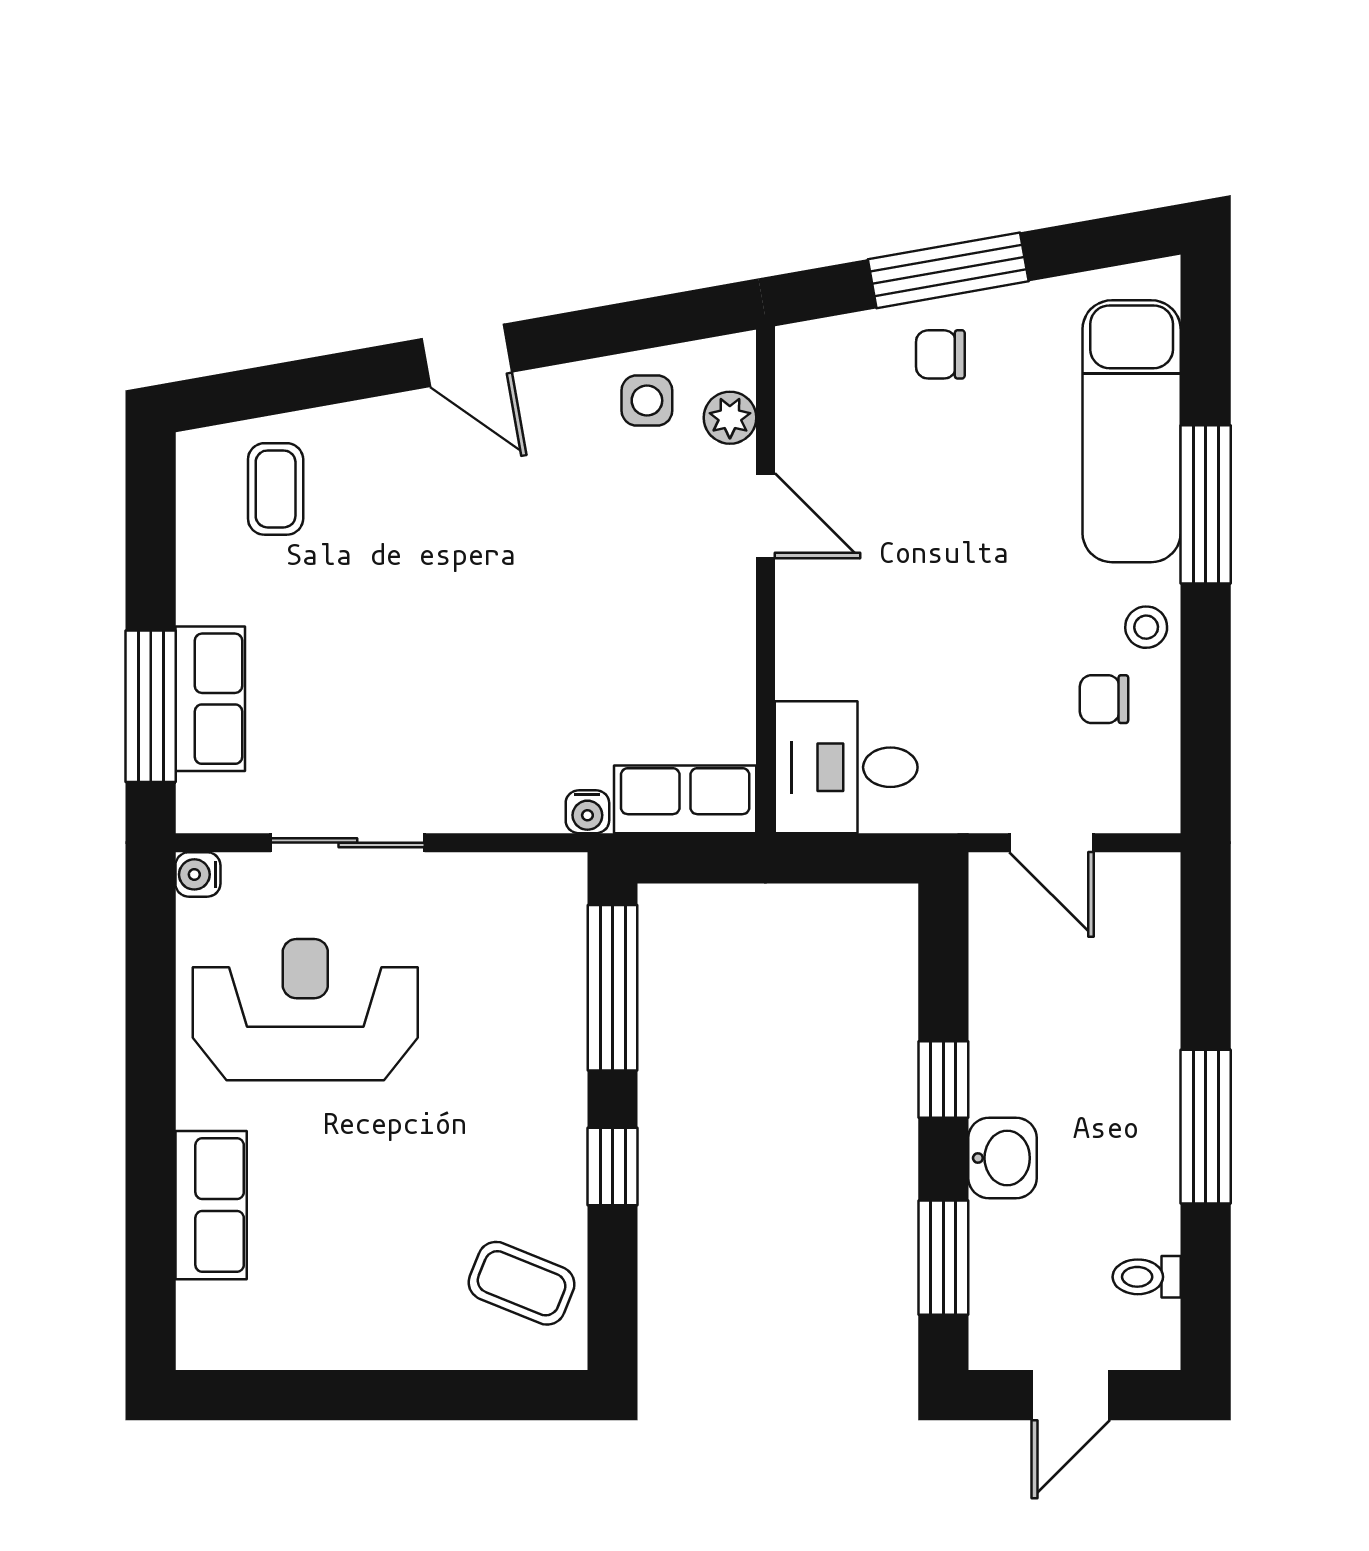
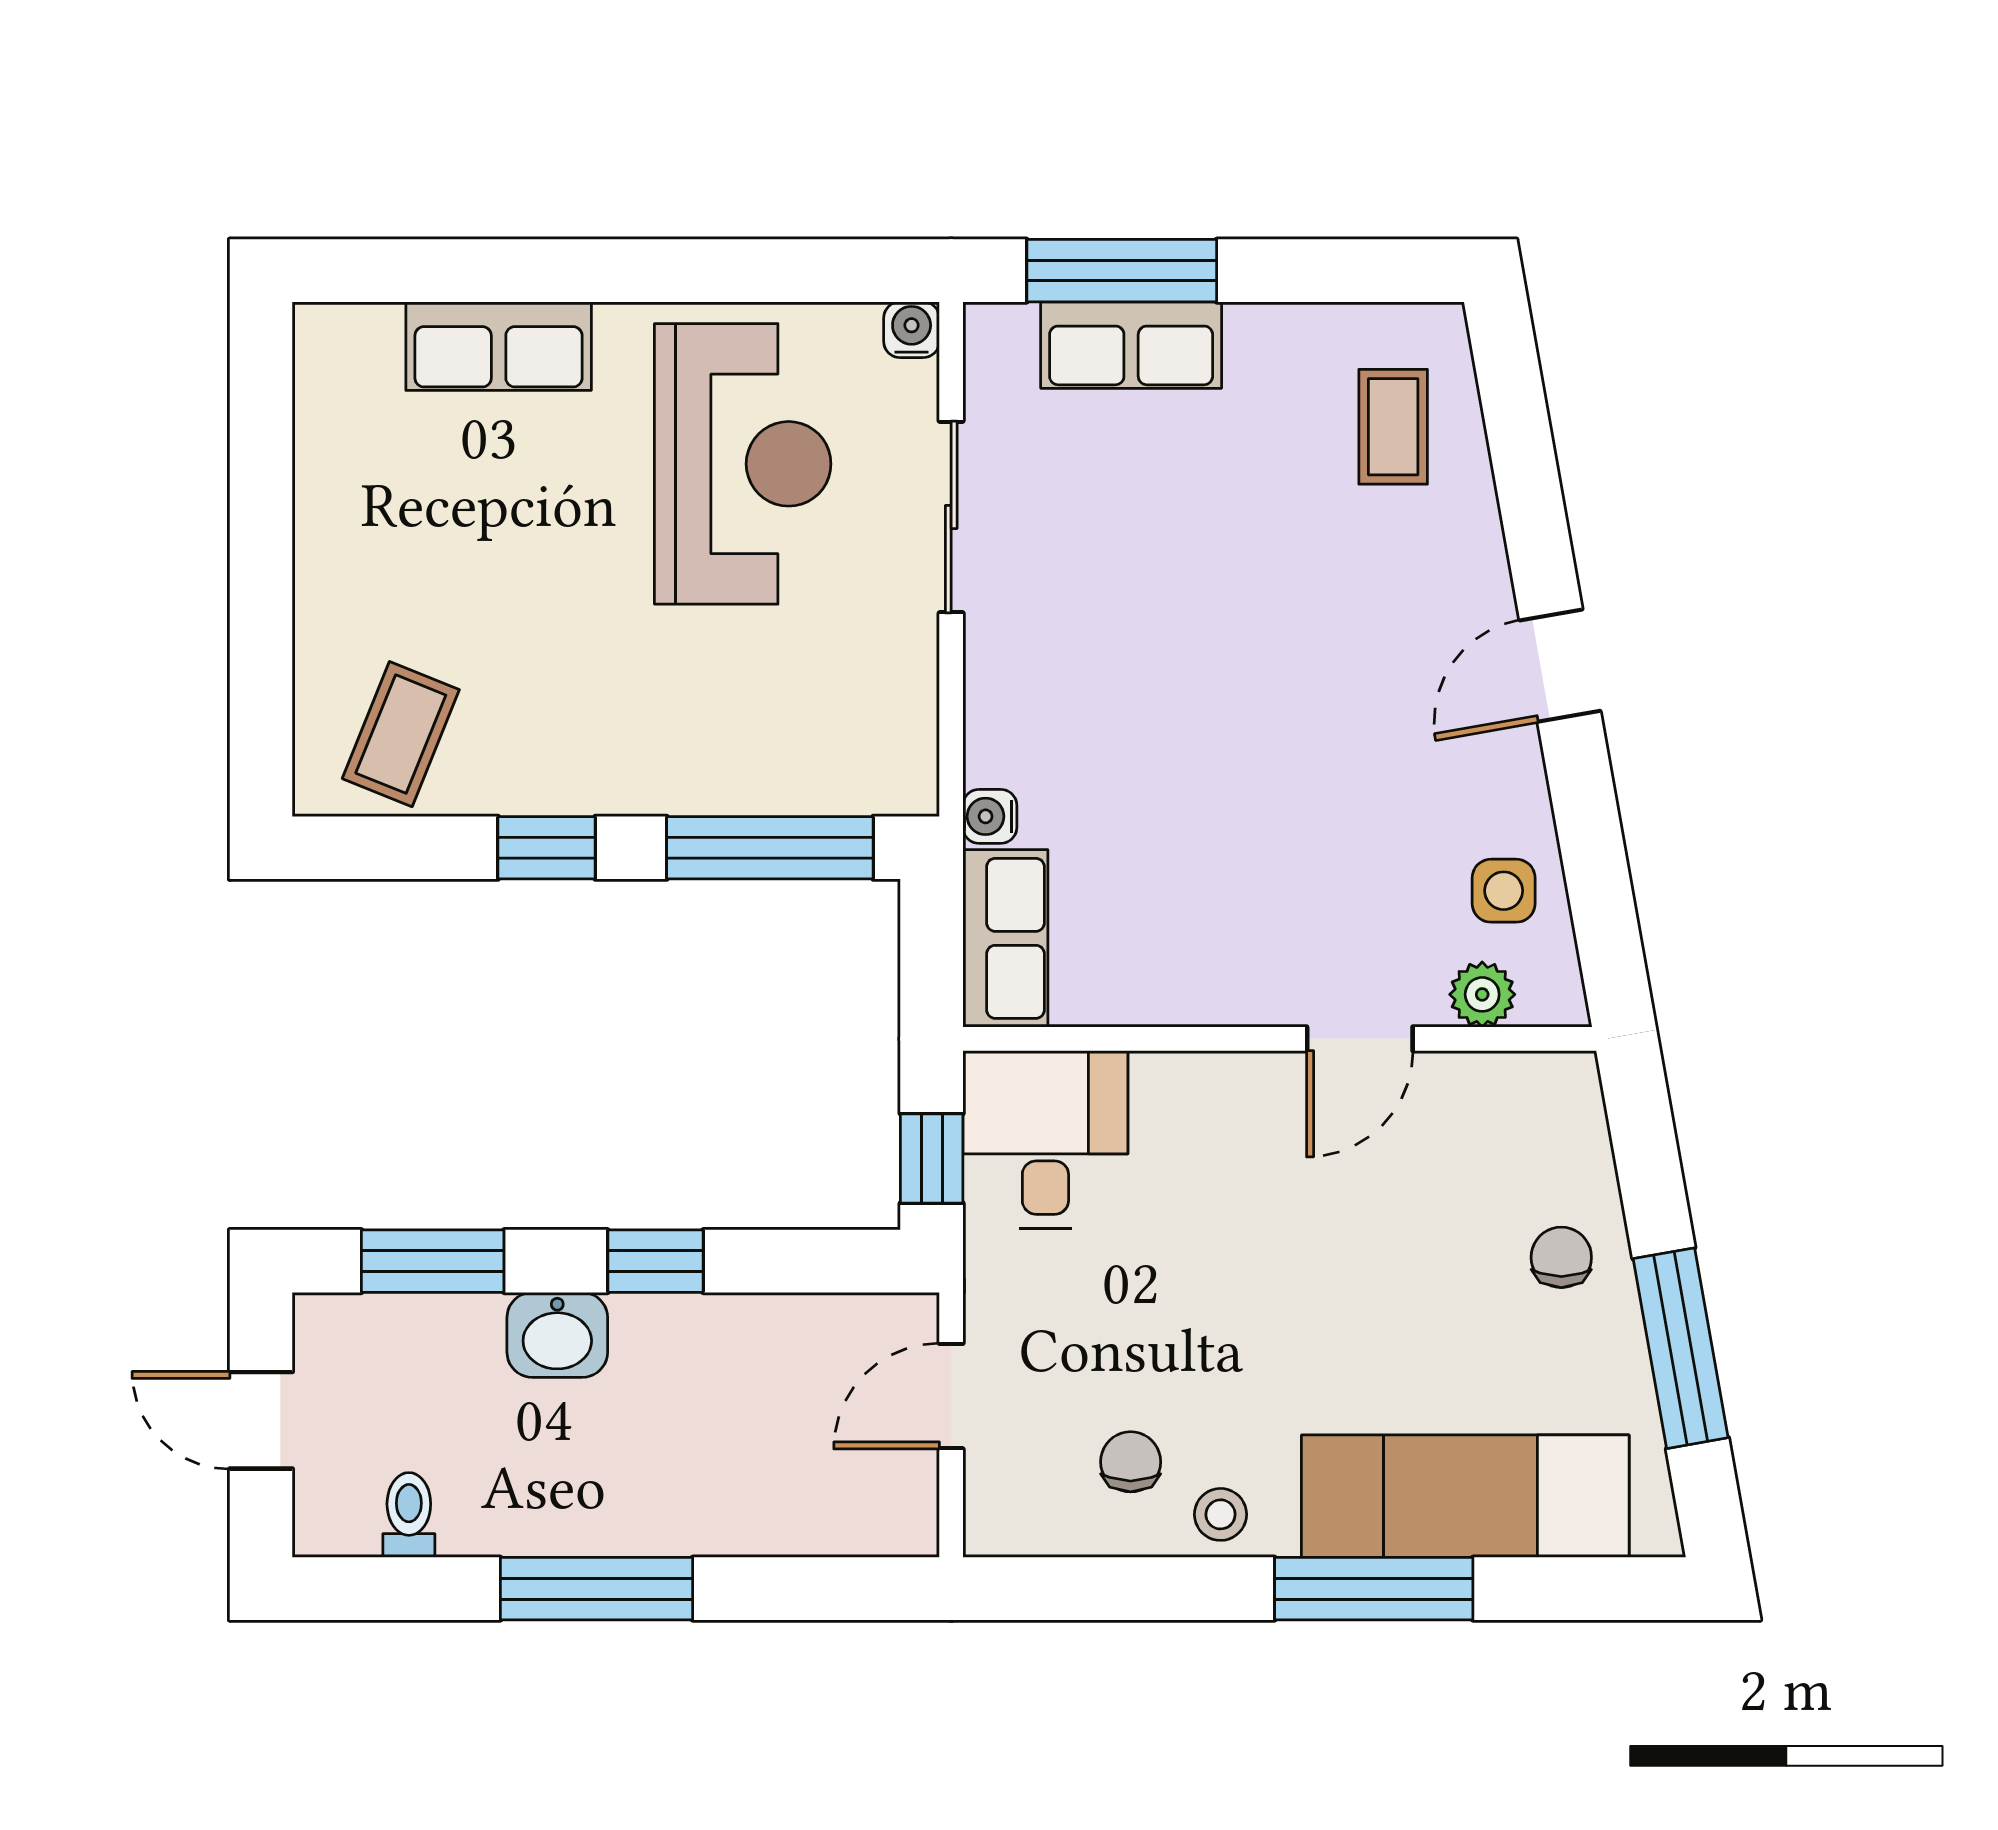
window: (948, 270) -> (1681, 1348), moved
coffee table: (276, 489) -> (1393, 427), turned 90
window: (861, 858) -> (932, 1158), added

